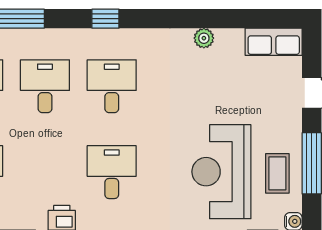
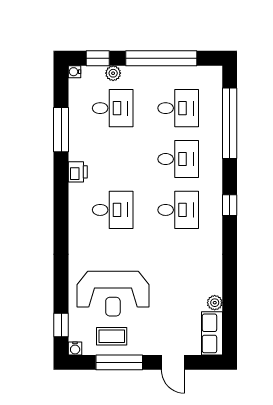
plant: (204, 38) -> (215, 303), moved
reception desk: (221, 172) -> (113, 294), turned 180

